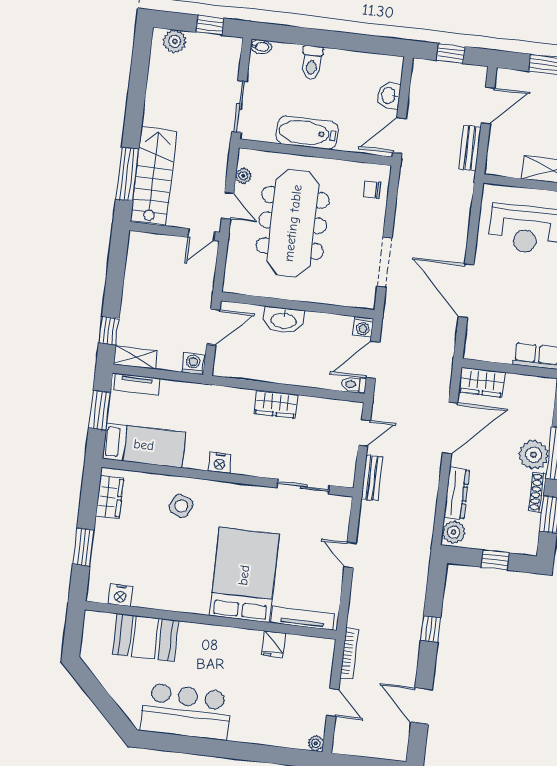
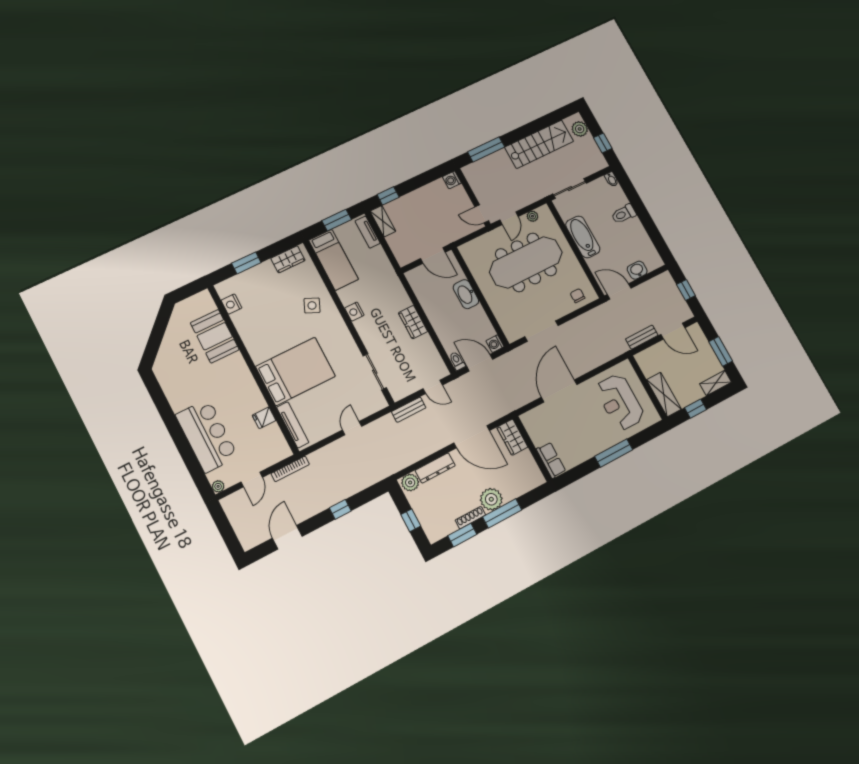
stairs: (154, 176) -> (539, 144), moved
washing machine: (193, 364) -> (452, 180), moved, turned 180
bar counter: (186, 711) -> (207, 436), moved

